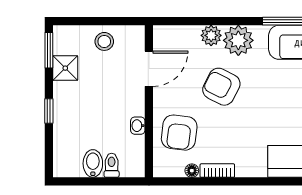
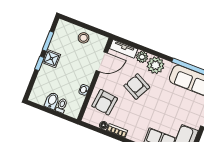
tv unit: (176, 34) -> (124, 49), added
window: (49, 50) -> (48, 41), moved
shower: (65, 68) -> (51, 59), moved

